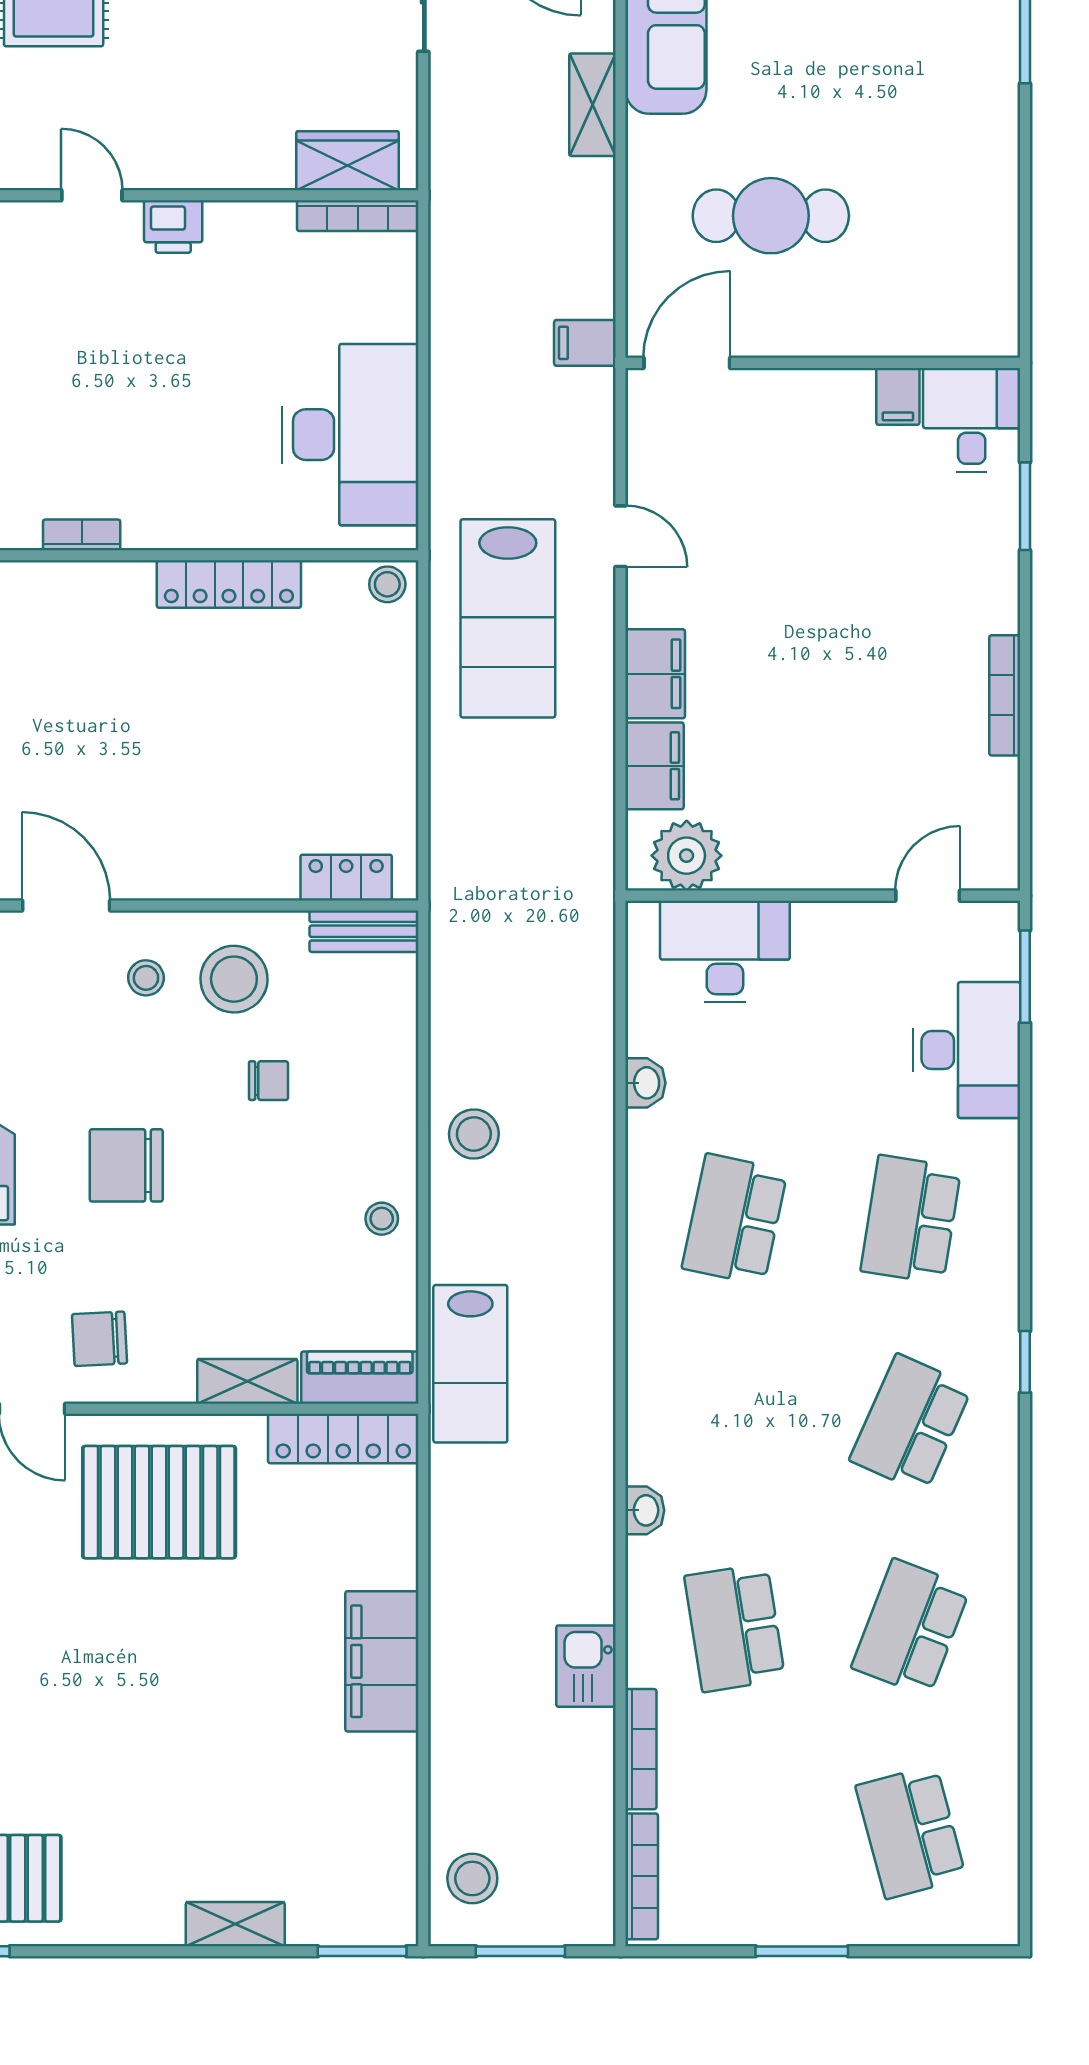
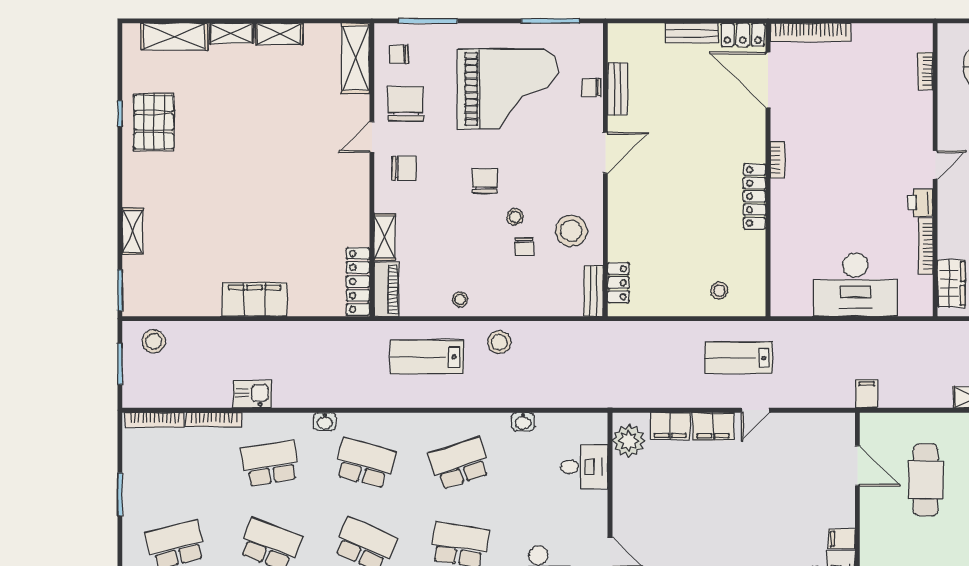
bookcase: (358, 216) -> (926, 246), moved
door: (687, 363) -> (857, 466), moved
desk: (350, 435) -> (855, 285), moved
door: (621, 536) -> (755, 410), moved
locker: (229, 584) -> (755, 196), moved
stool: (387, 584) -> (719, 291), moved
lab bench: (508, 618) -> (739, 358), width x0.73, depth x0.72
desk: (725, 952) -> (584, 467), width x0.73
stool: (146, 978) -> (515, 217), moved
chair: (126, 1165) -> (485, 181), width x0.73, depth x0.73
school desk: (735, 1219) -> (460, 463), turned -30
chair: (99, 1339) -> (404, 168), turned 93
lab bench: (470, 1364) -> (427, 357), moved
school desk: (735, 1423) -> (365, 463), added
pallet: (159, 1502) -> (328, 196), removed

